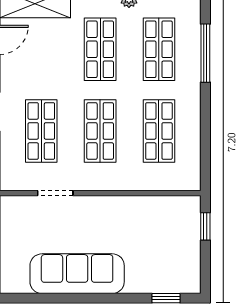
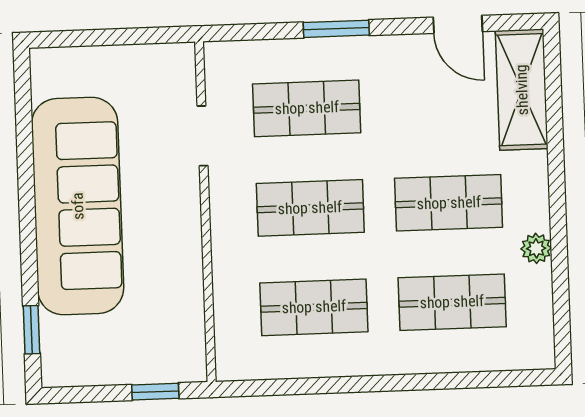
window: (205, 53) -> (448, 381), removed
sofa: (77, 274) -> (78, 206), width x1.36, depth x1.27

